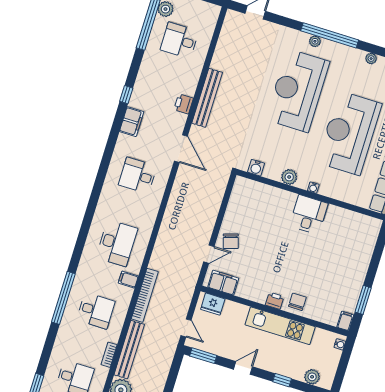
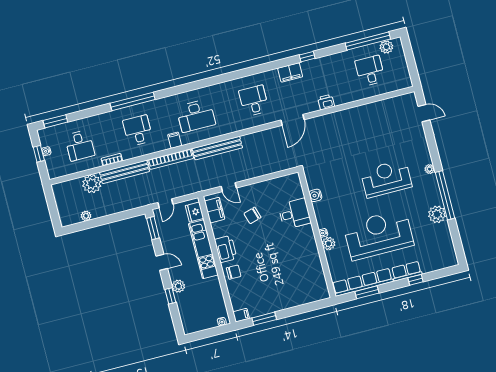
window: (330, 35) -> (445, 195), moved
plant: (371, 59) -> (437, 214), width x1.88, depth x1.88
reception desk: (298, 91) -> (386, 179), width x0.74, depth x0.77
bench: (207, 98) -> (217, 148), moved
water cooler: (256, 168) -> (315, 195), moved
plant: (289, 177) -> (329, 244), moved
desk: (309, 215) -> (294, 214), moved
chair: (231, 241) -> (252, 215), moved
printer: (275, 301) -> (226, 249), width x1.87, depth x1.48
desk: (96, 311) -> (138, 131), turned 180
kitchen unit: (280, 326) -> (203, 249), moved
plant: (312, 377) -> (178, 286), moved

